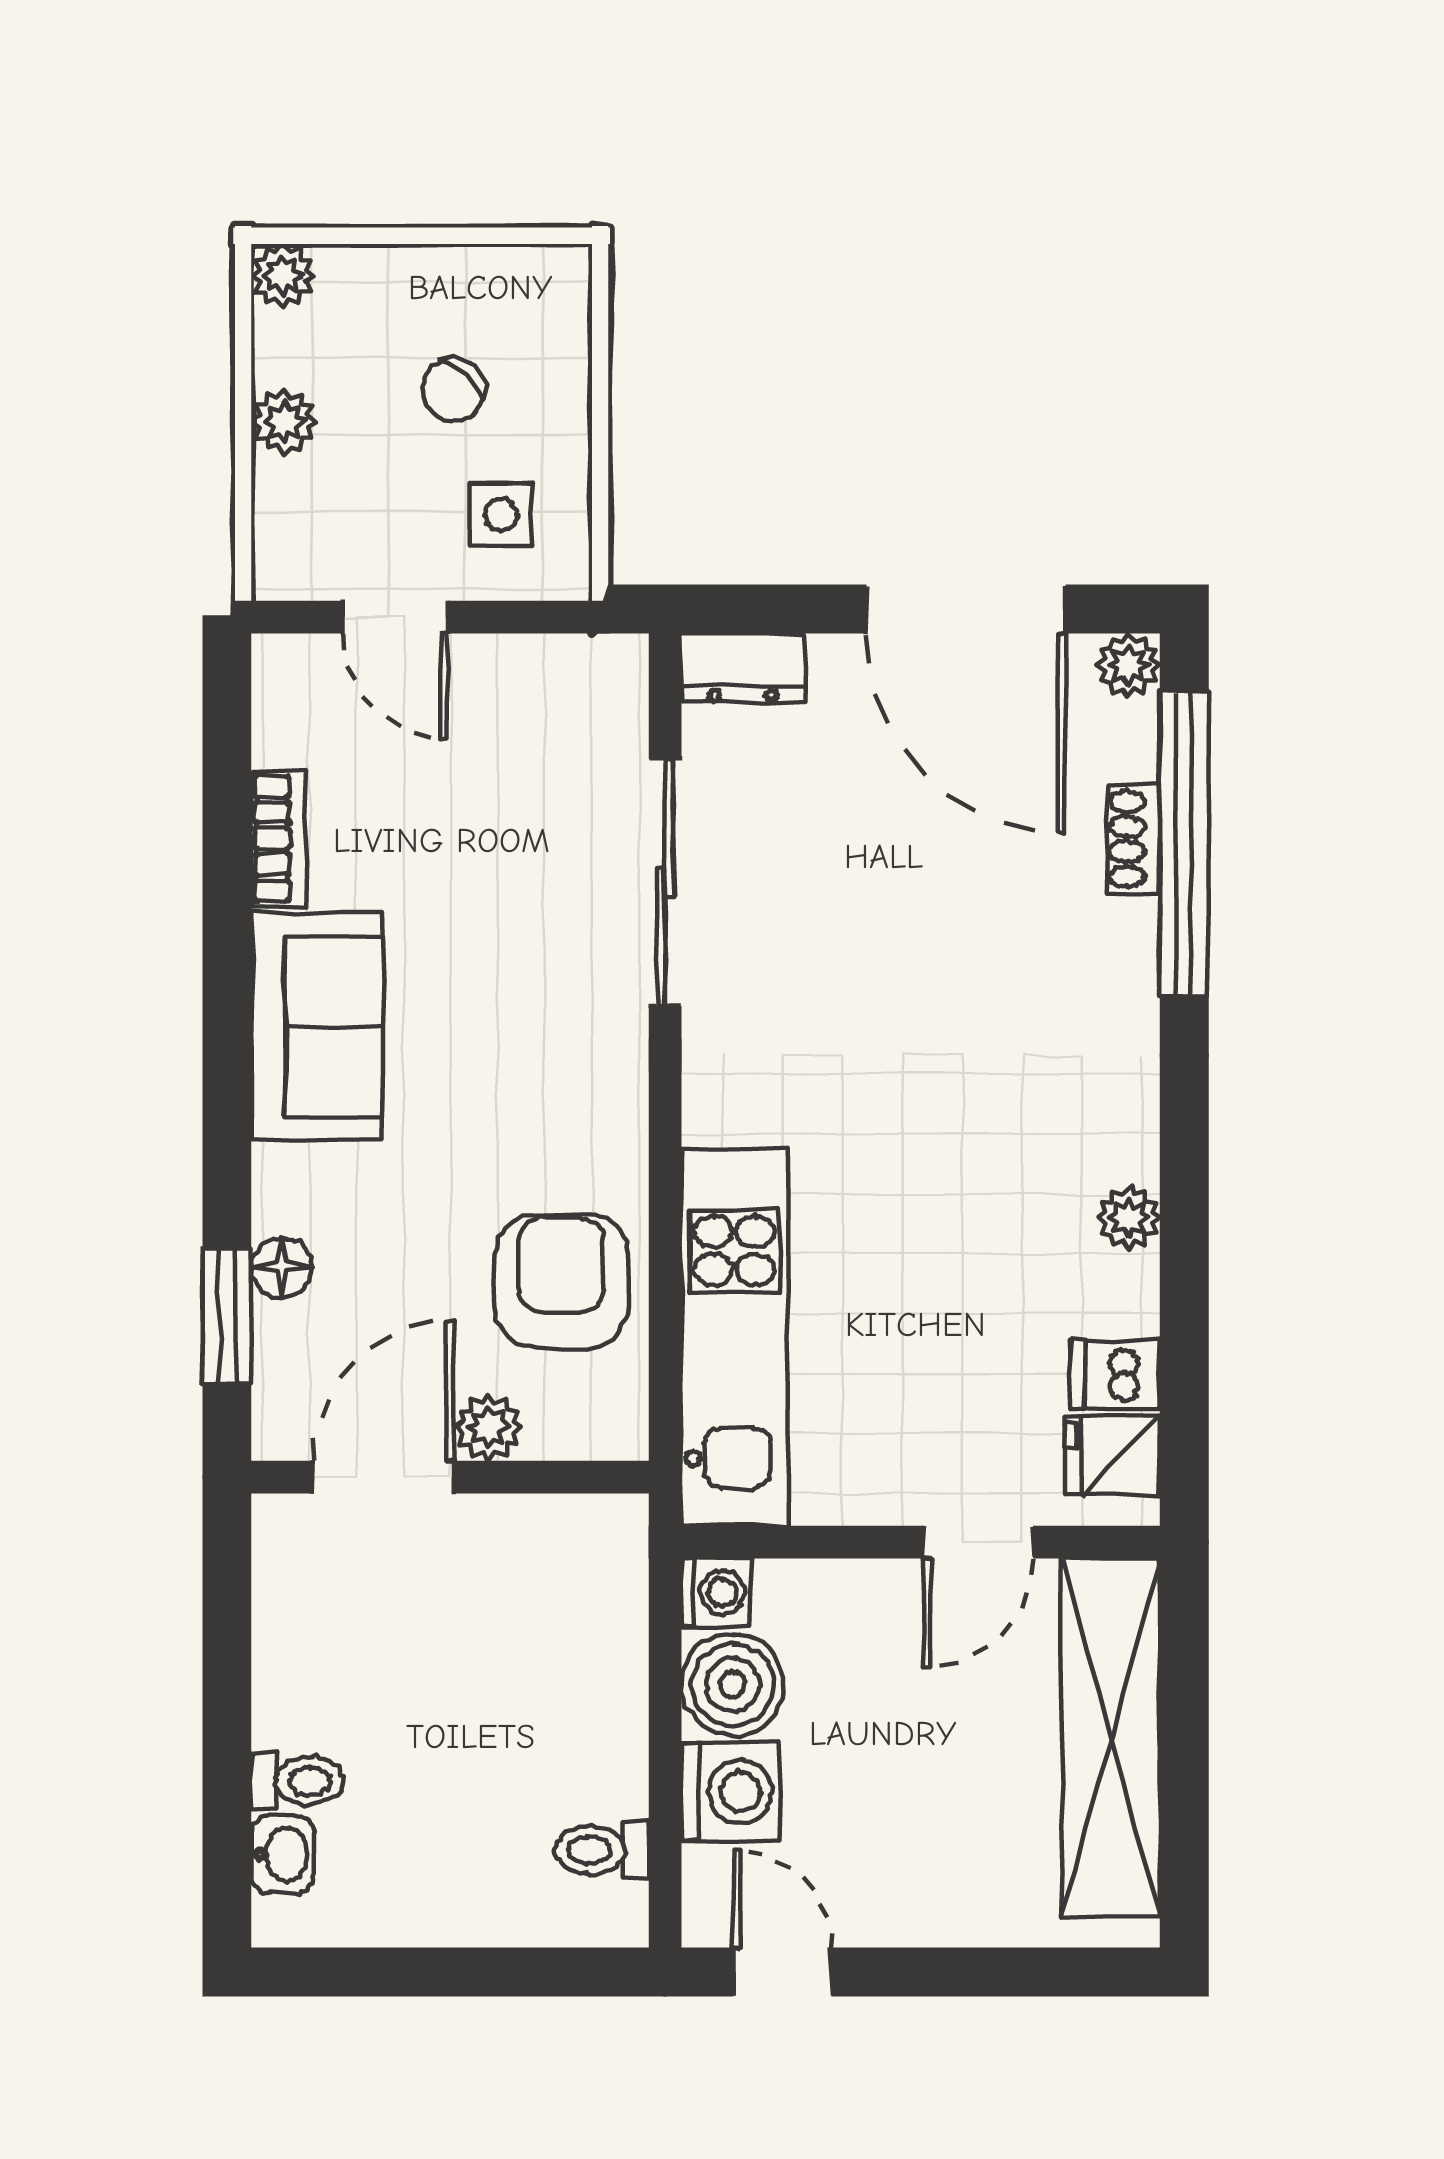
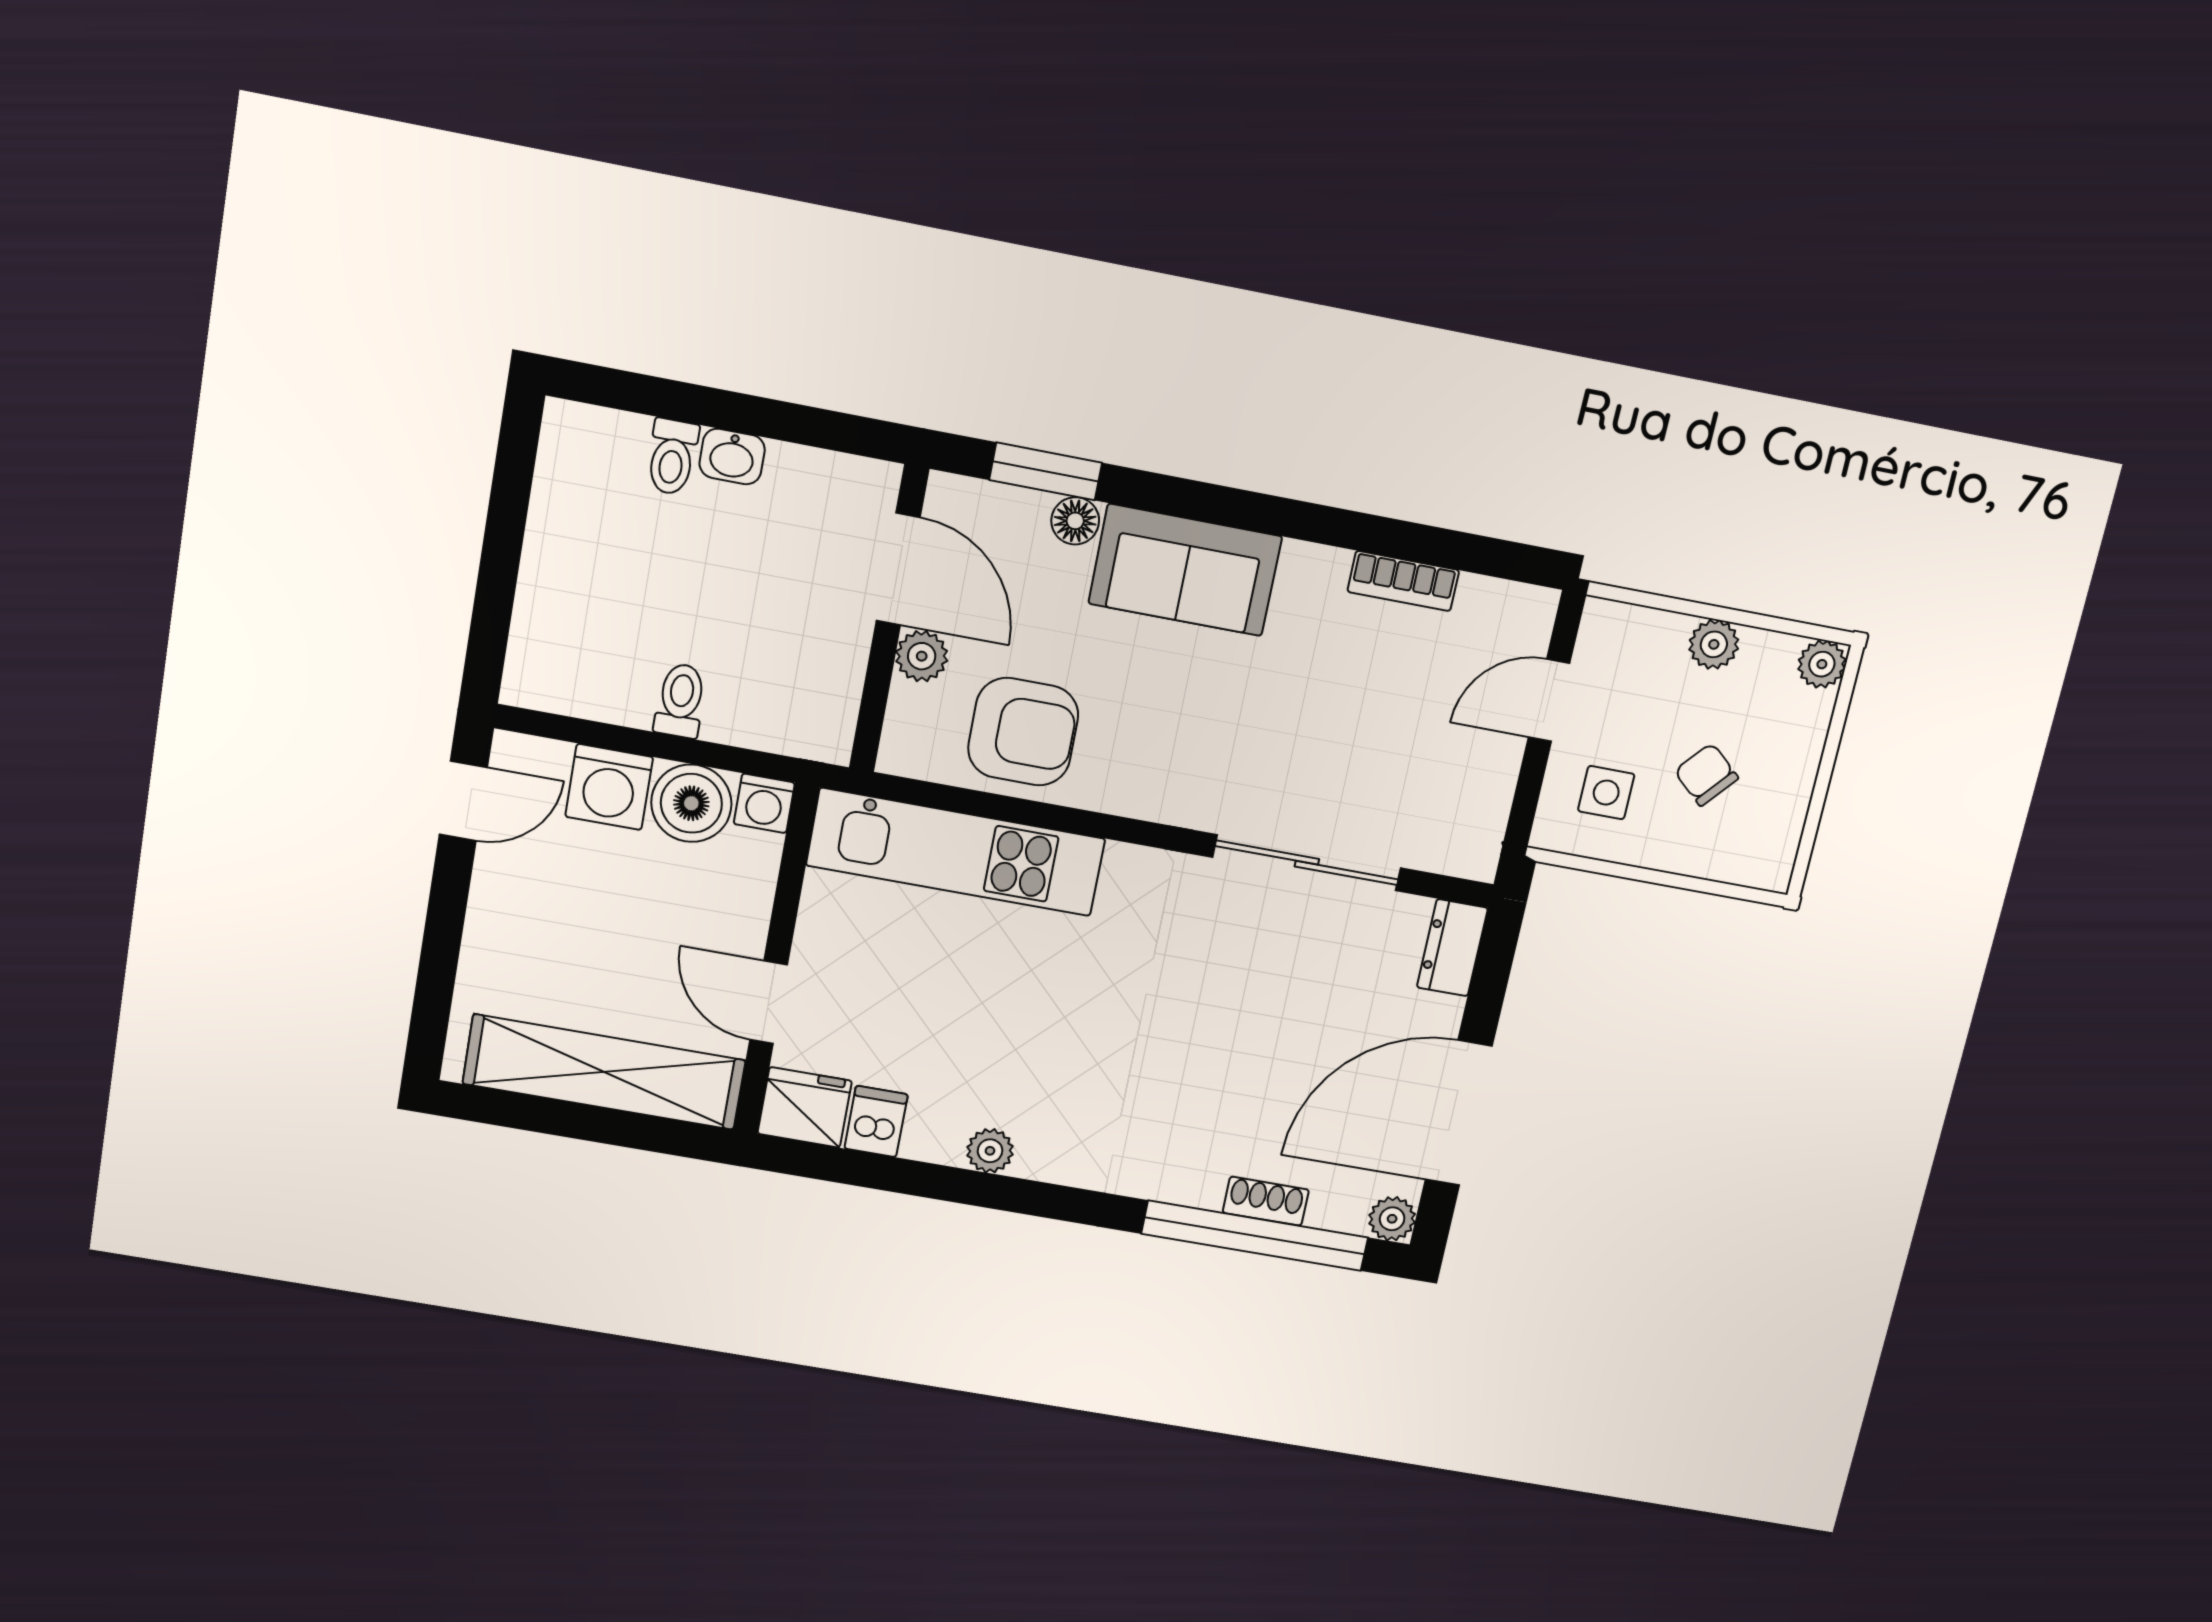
sofa: (317, 1026) -> (1185, 570), moved
fridge: (1112, 1455) -> (805, 1107), width x1.38
toilet: (602, 1850) -> (680, 701), moved
washbasin: (283, 1854) -> (732, 456), moved

